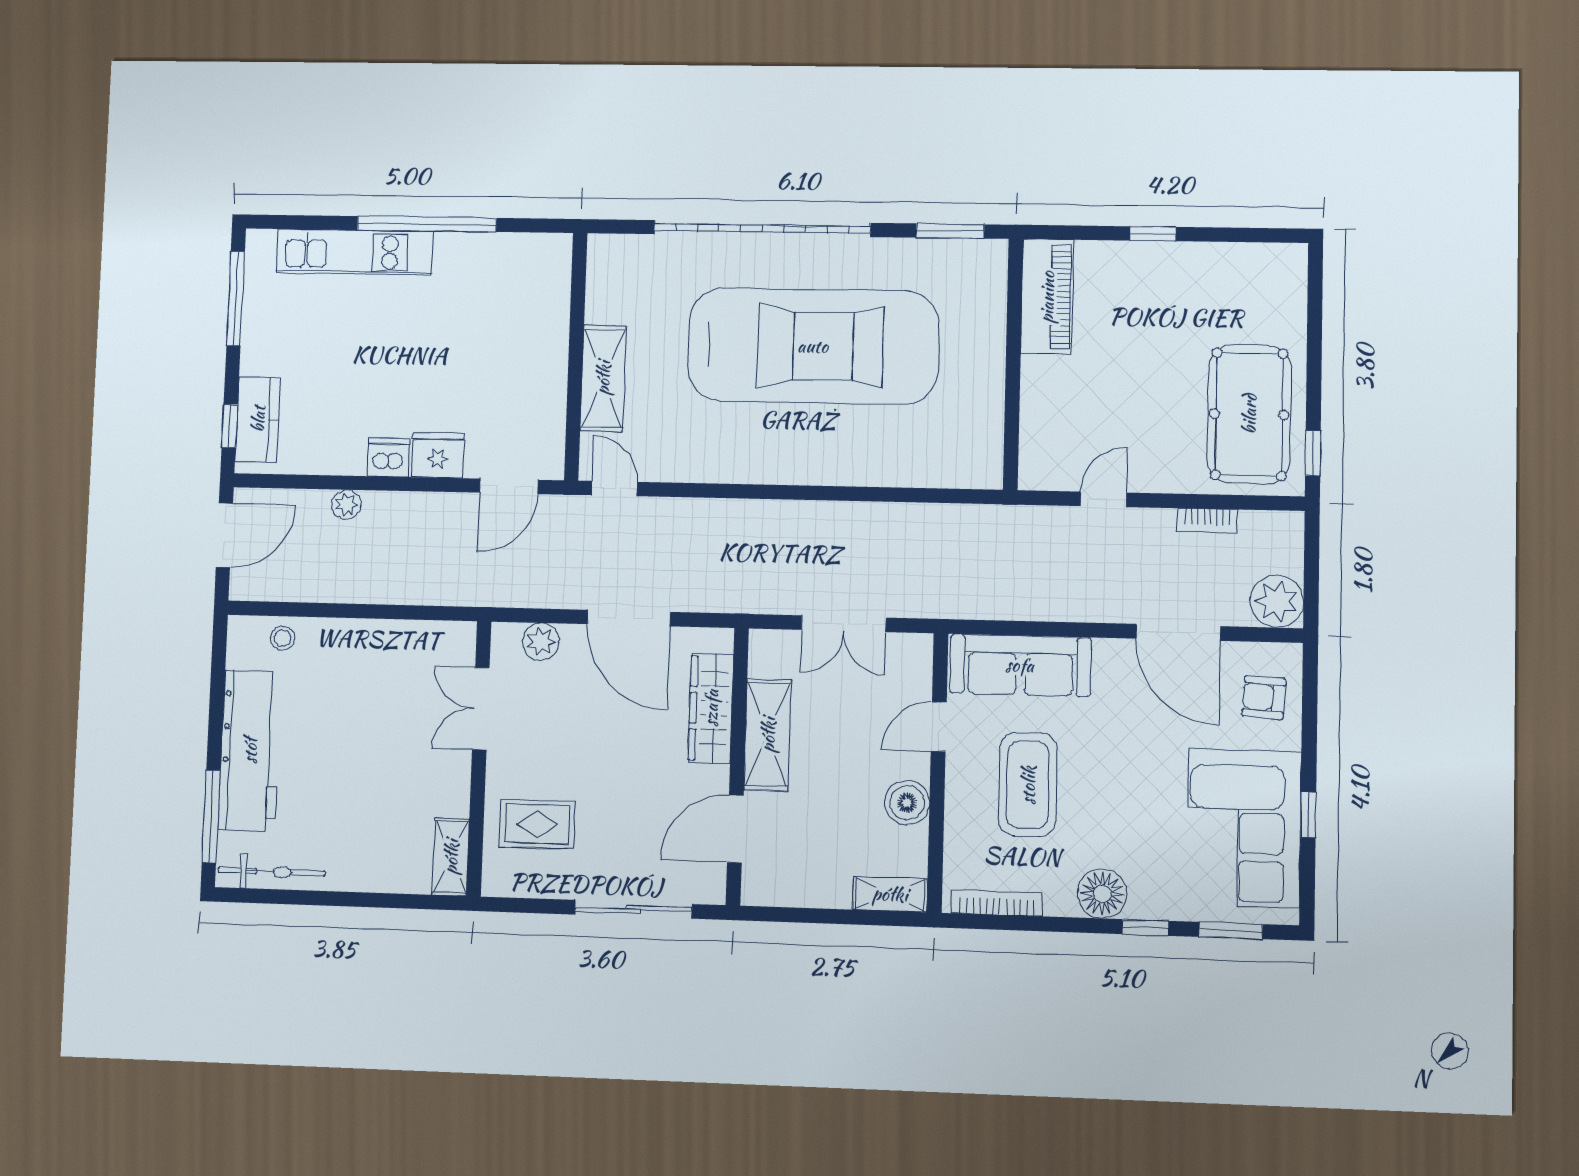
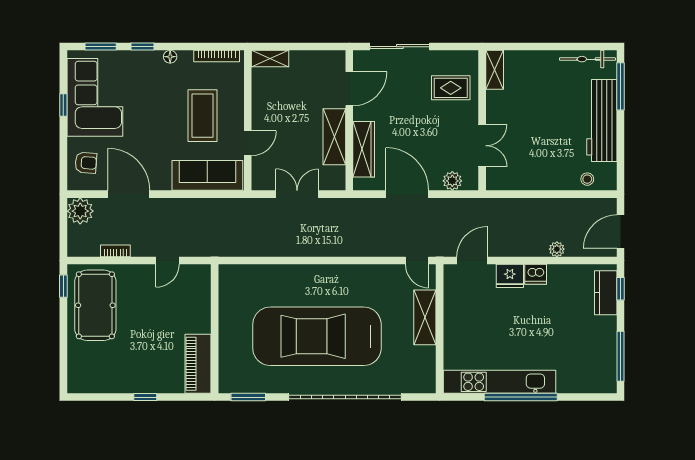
kitchen unit: (354, 252) -> (499, 382), moved, width x1.36
boiler: (907, 803) -> (263, 105), removed
floor lamp: (1102, 894) -> (170, 57), width x0.53, depth x0.53

